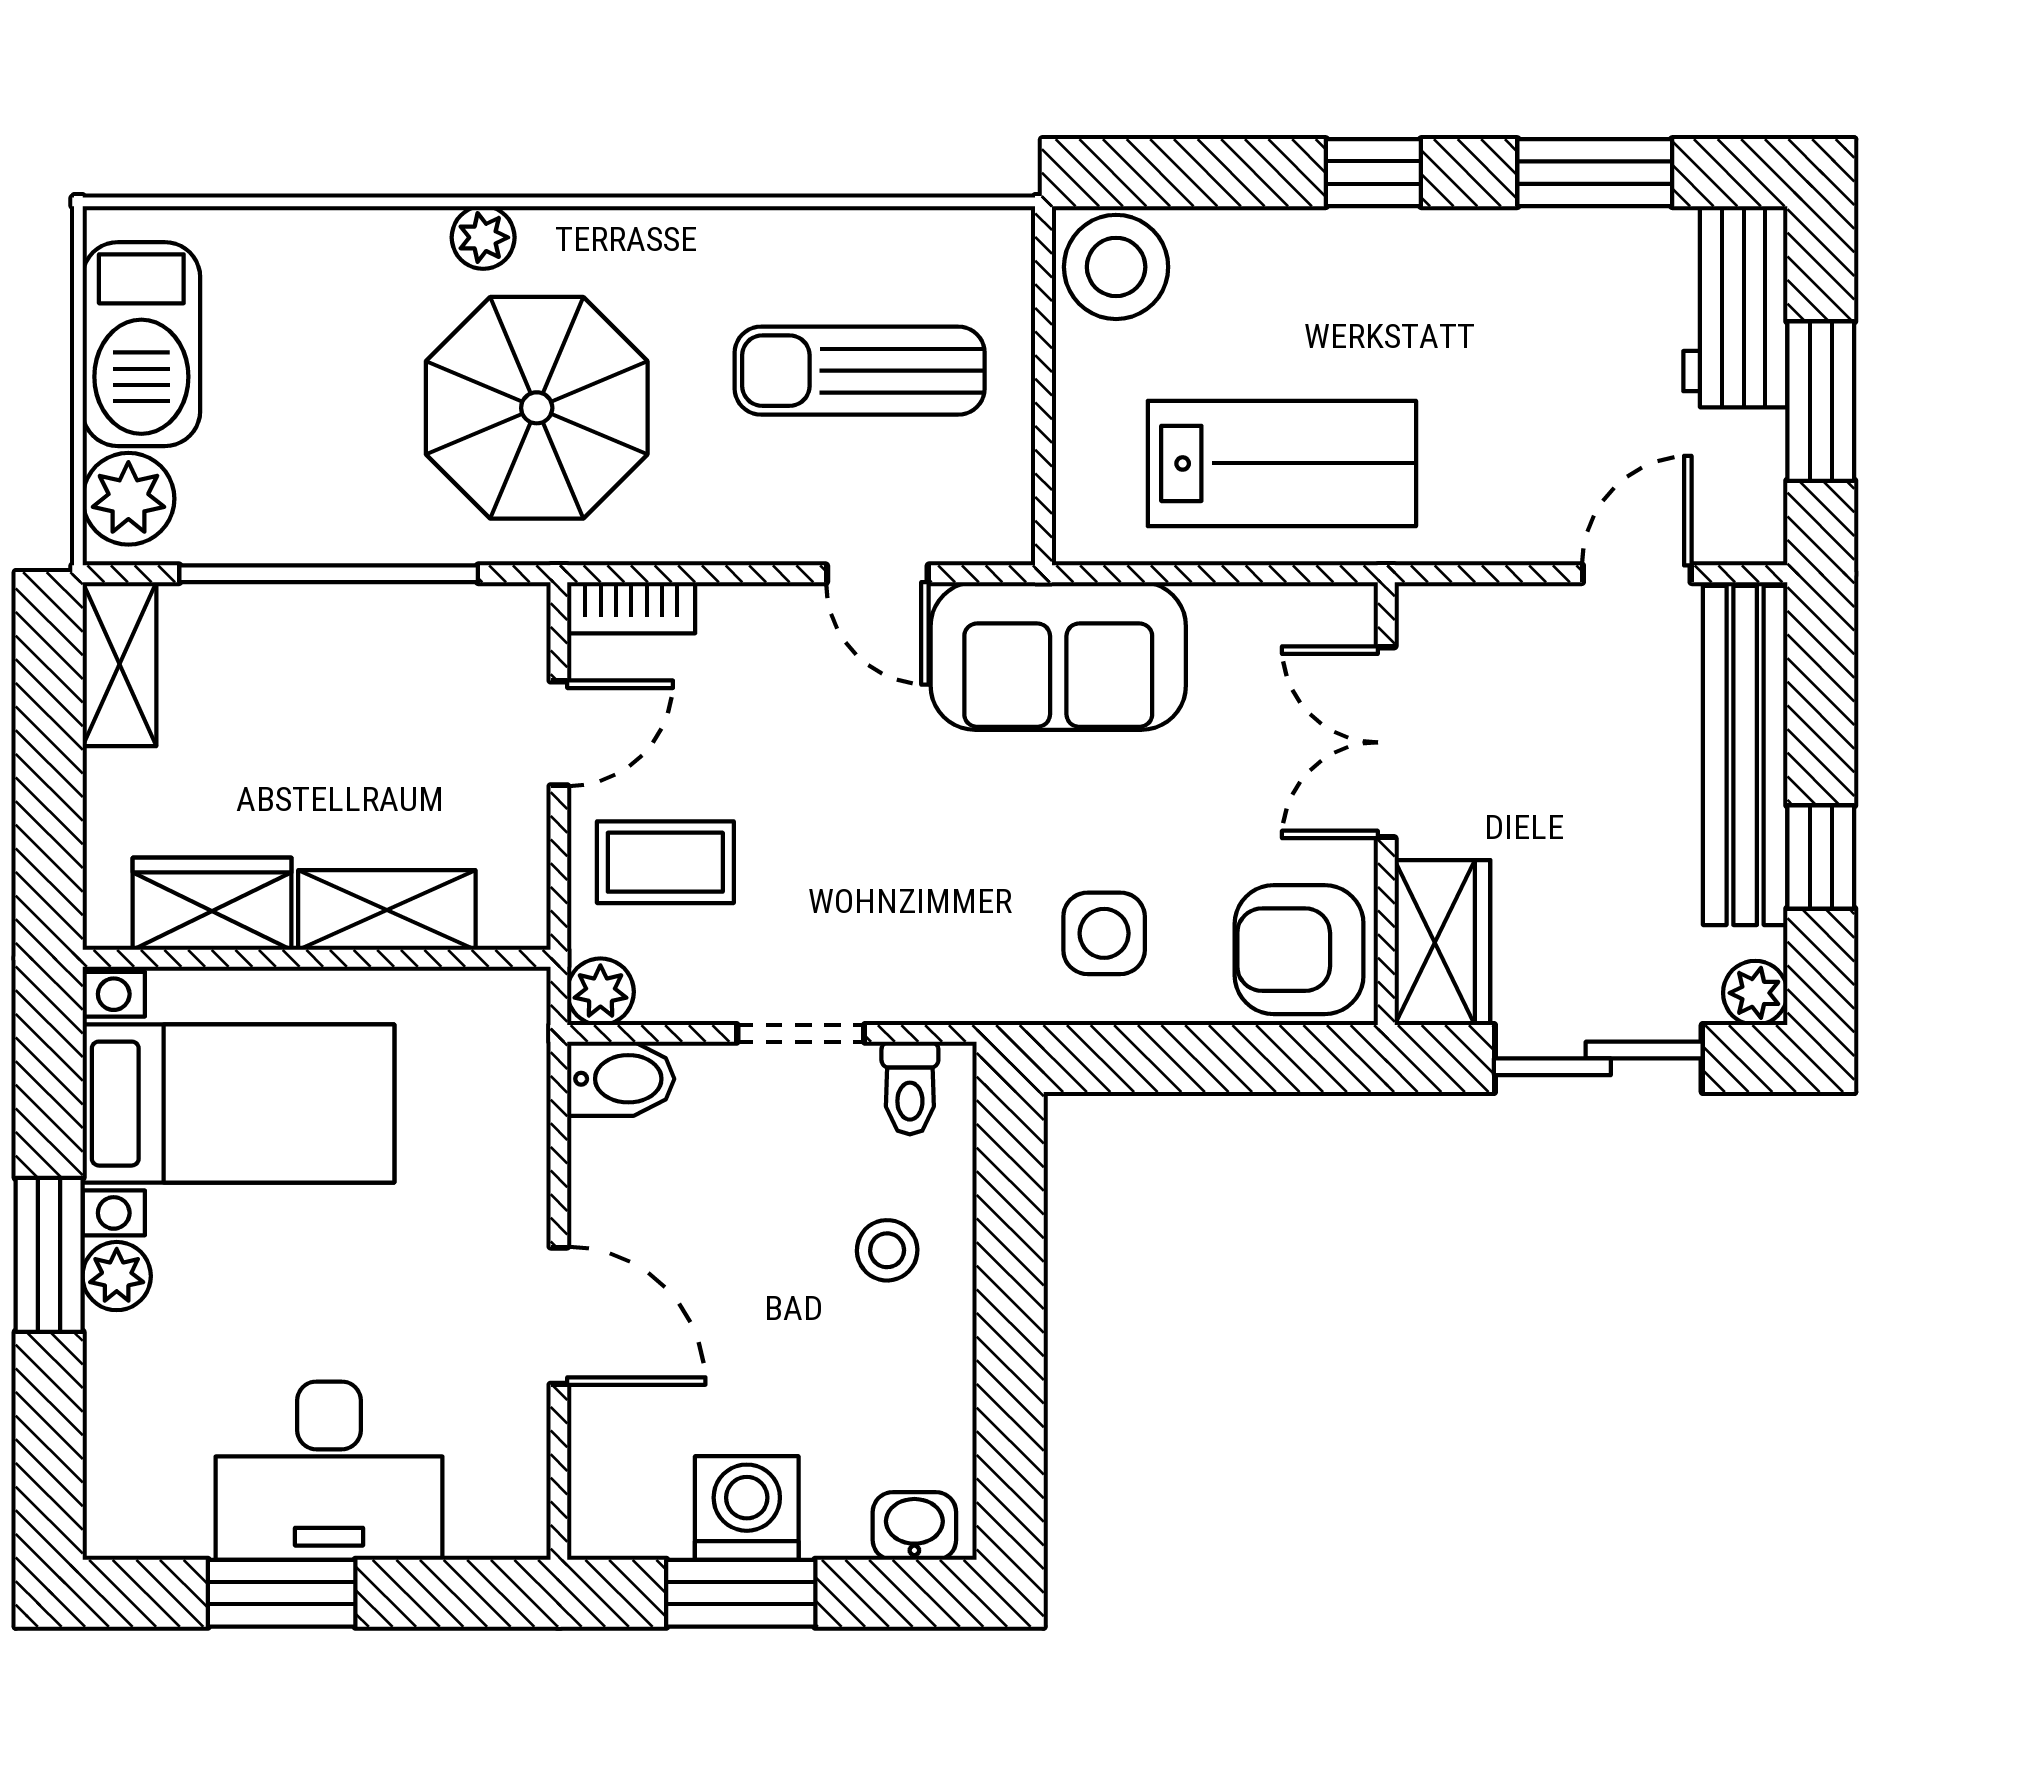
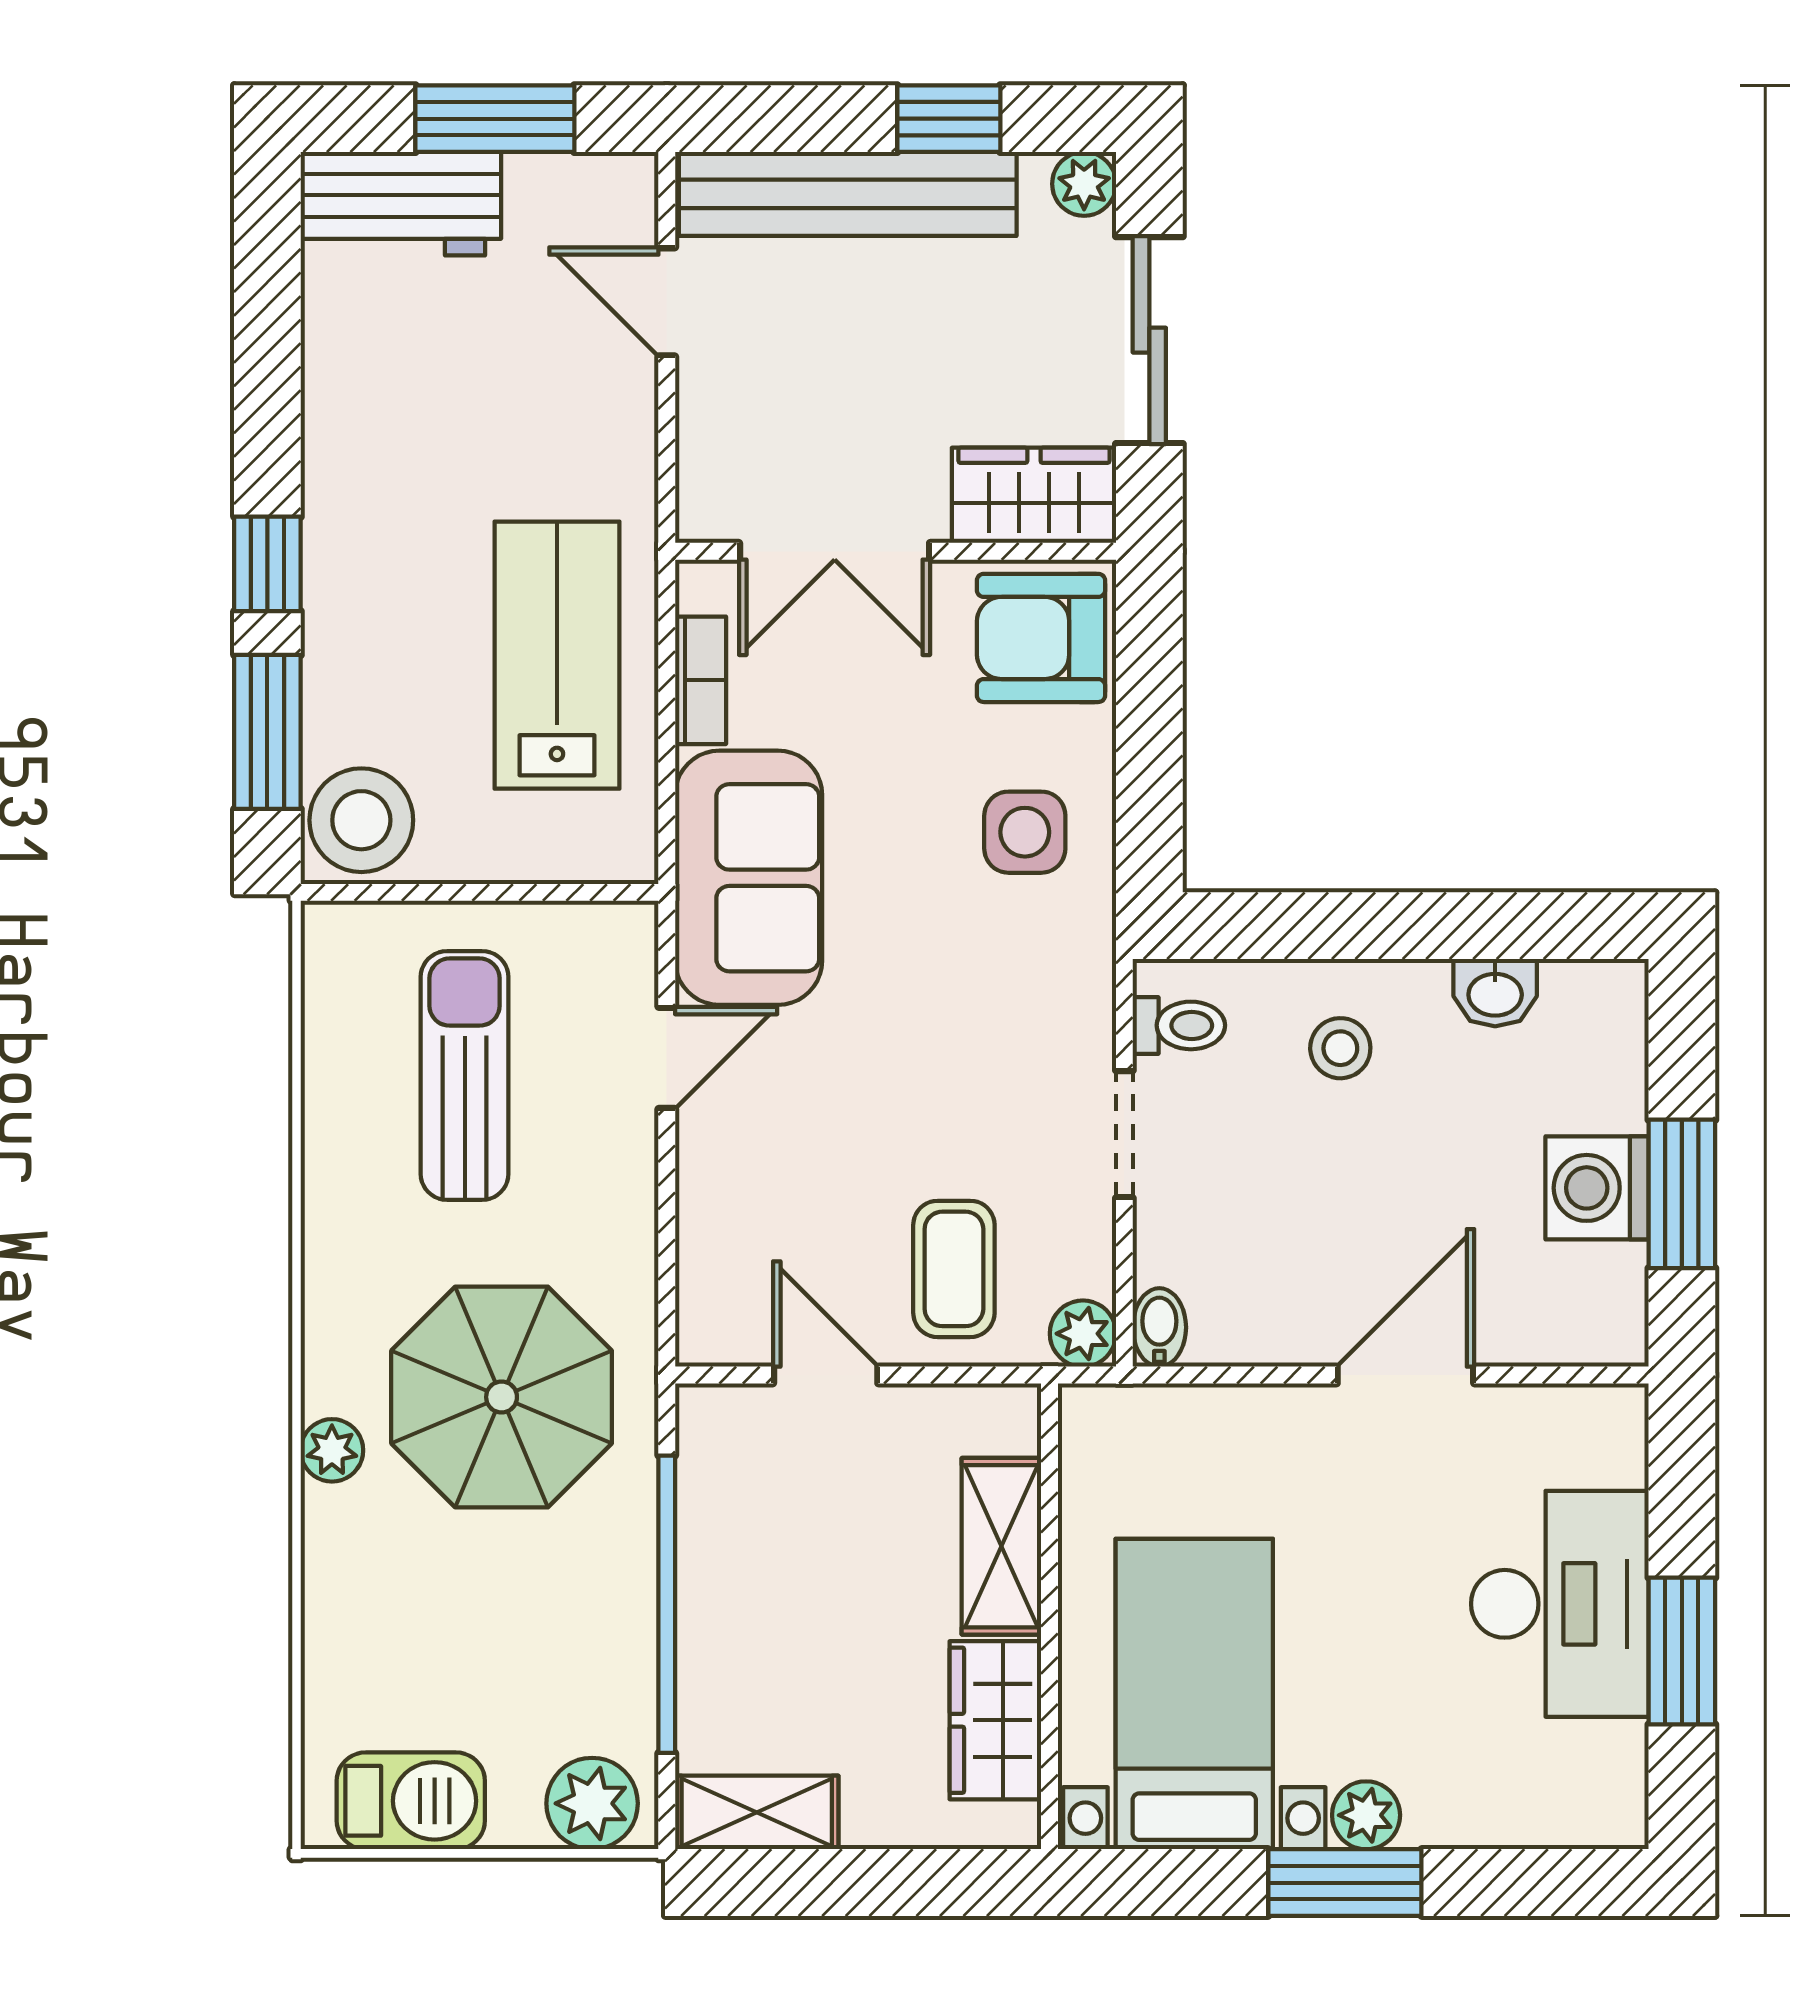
window: (1595, 173) -> (267, 732), moved
barbecue: (141, 344) -> (411, 1801), width x0.73, depth x0.83
sun lounger: (860, 371) -> (465, 1075), turned 180
bookcase: (631, 608) -> (701, 680), moved
armchair: (1299, 950) -> (1041, 638), turned 90
bidet: (621, 1079) -> (1159, 1327), width x0.72, depth x0.74
washbasin: (914, 1526) -> (1495, 993), moved, turned -90

